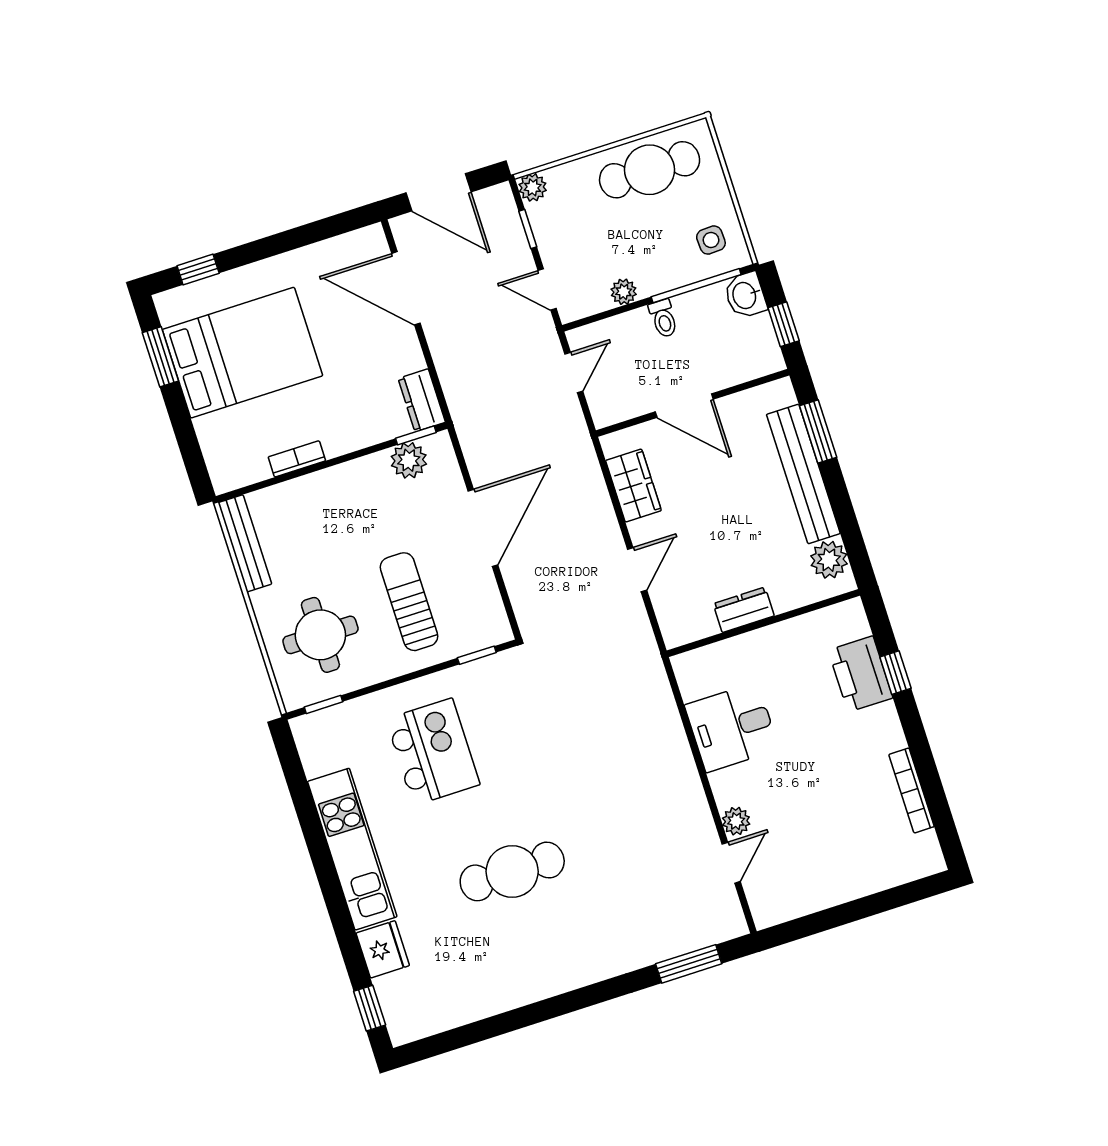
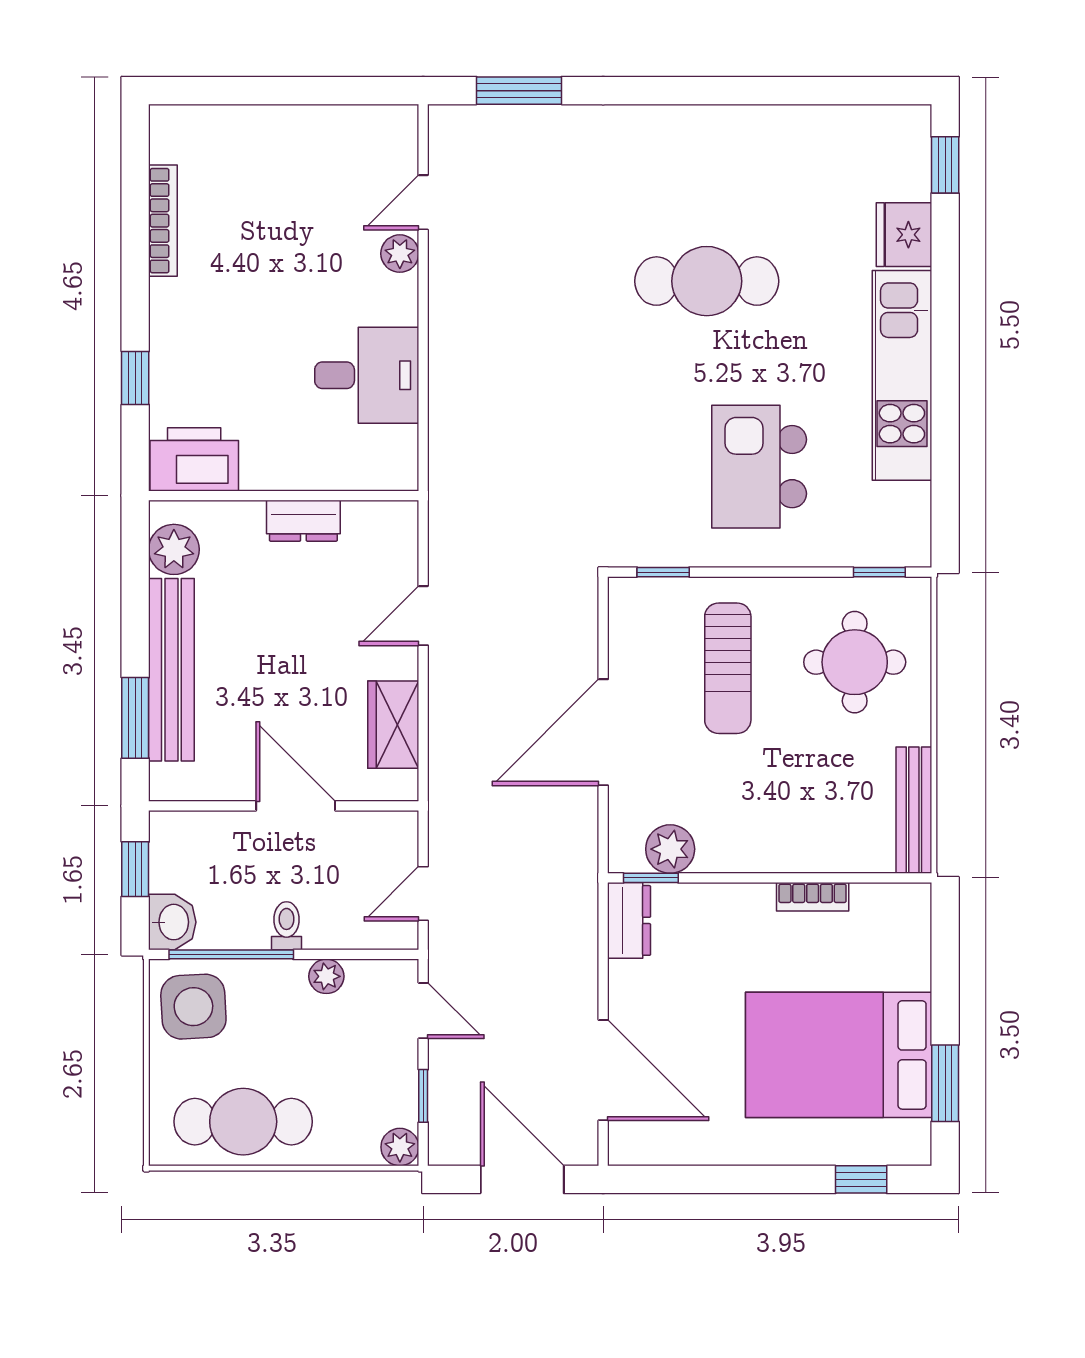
side table: (711, 240) -> (193, 1007), width x1.87, depth x1.87
printer: (860, 674) -> (194, 459), moved, turned -90

